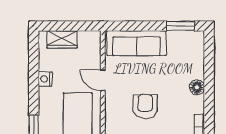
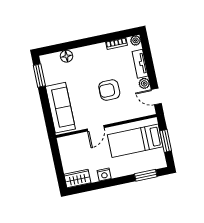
wardrobe: (62, 39) -> (77, 178), moved, turned -90
floor lamp: (197, 87) -> (67, 56), moved

